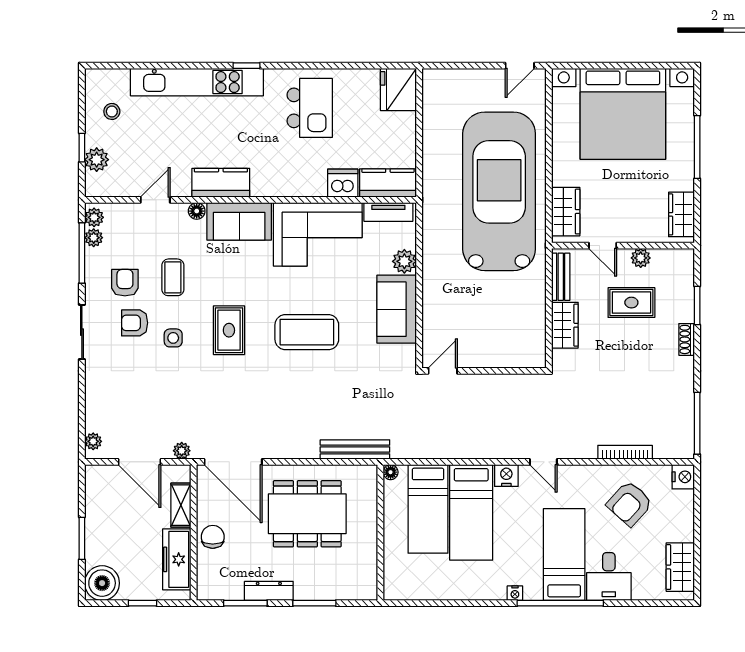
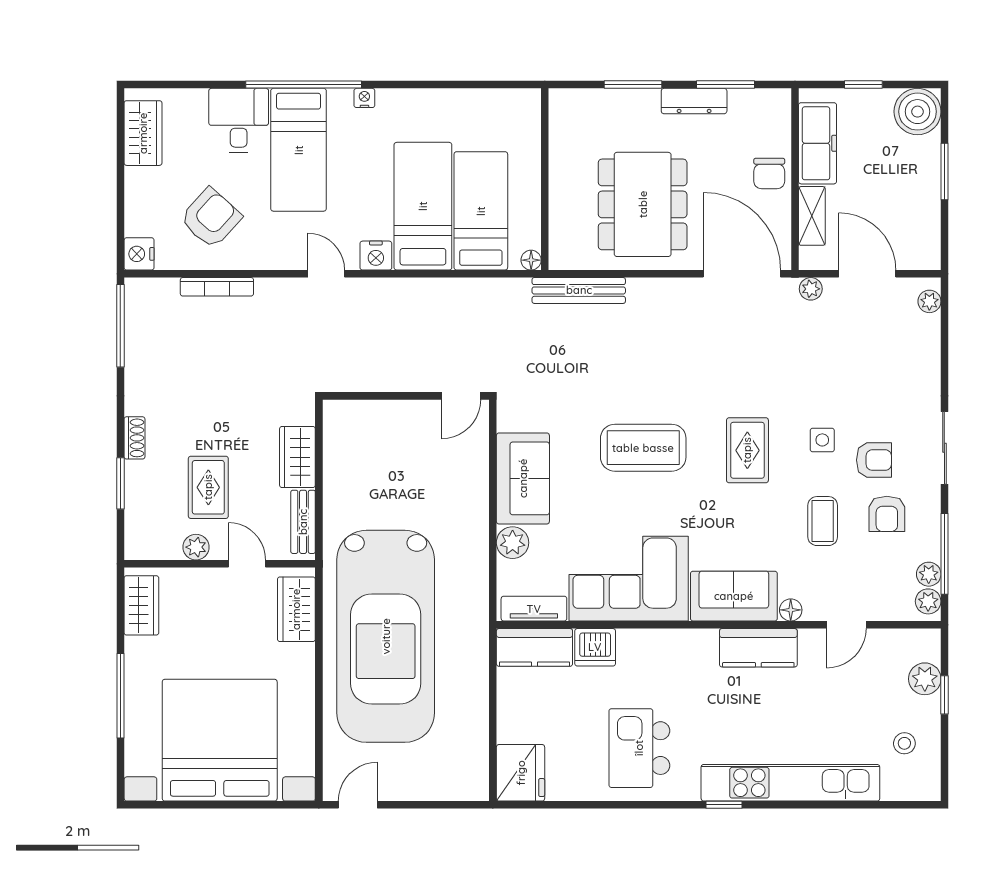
rug: (631, 303) -> (208, 487), turned 90
dining table: (307, 514) -> (643, 204), turned 90

